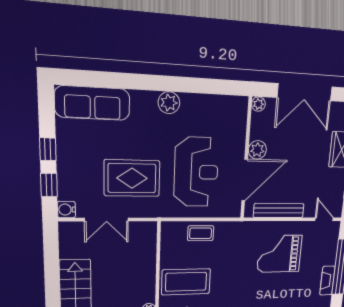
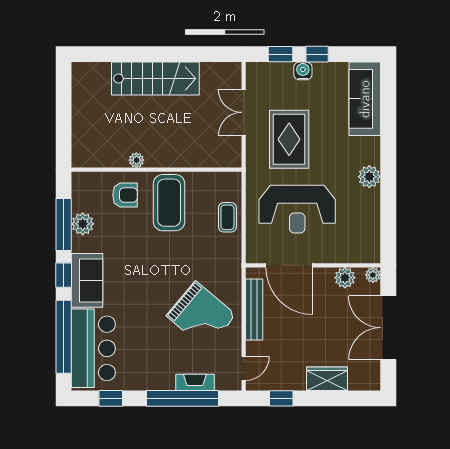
plant: (257, 150) -> (345, 278), moved
water cooler: (66, 210) -> (303, 71), moved
grand piano: (279, 254) -> (201, 315), turned 130
fireplace: (327, 281) -> (195, 382), moved

